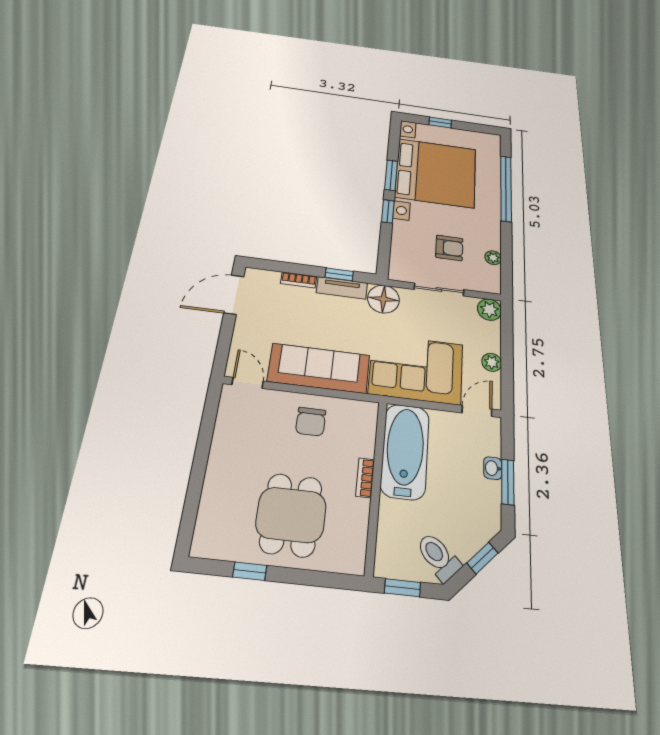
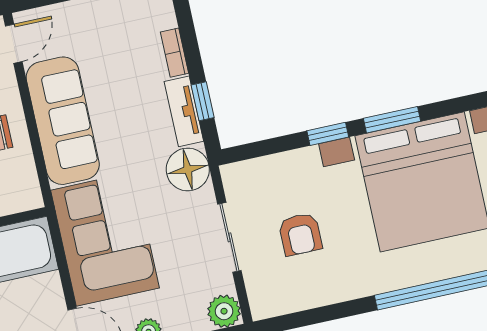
plant: (493, 258) -> (308, 298), removed

